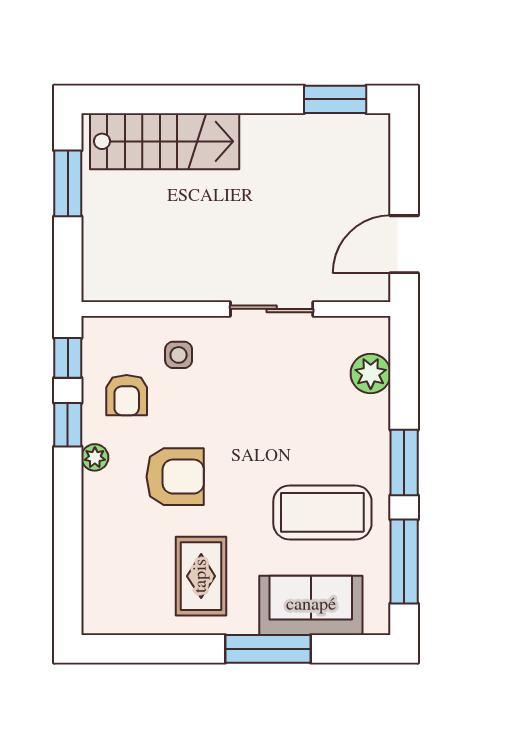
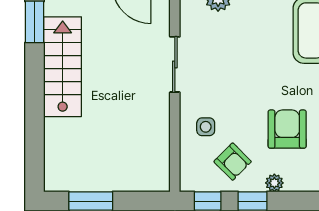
stairs: (165, 141) -> (63, 67), moved
armchair: (127, 395) -> (233, 162), turned 45

